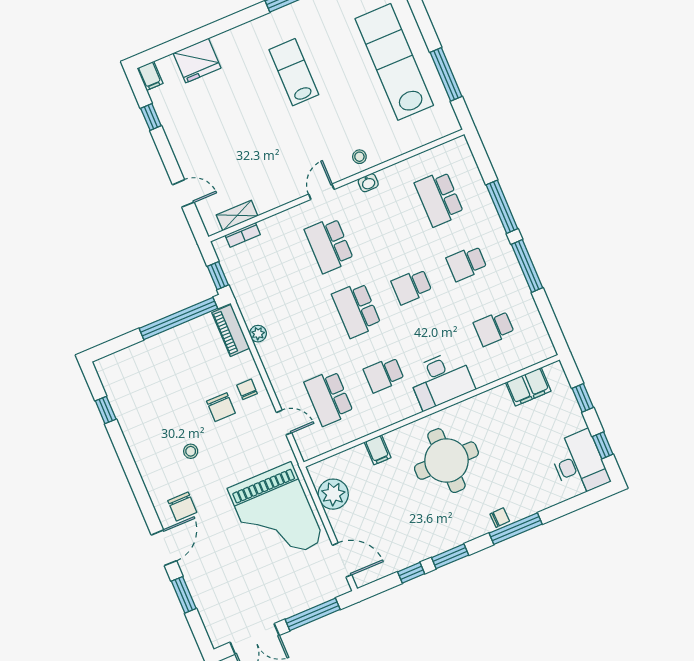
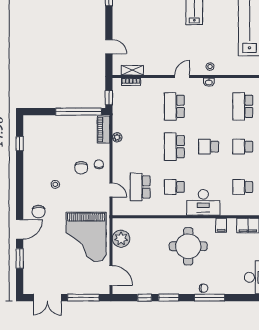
filing cabinet: (378, 450) -> (221, 225), moved

